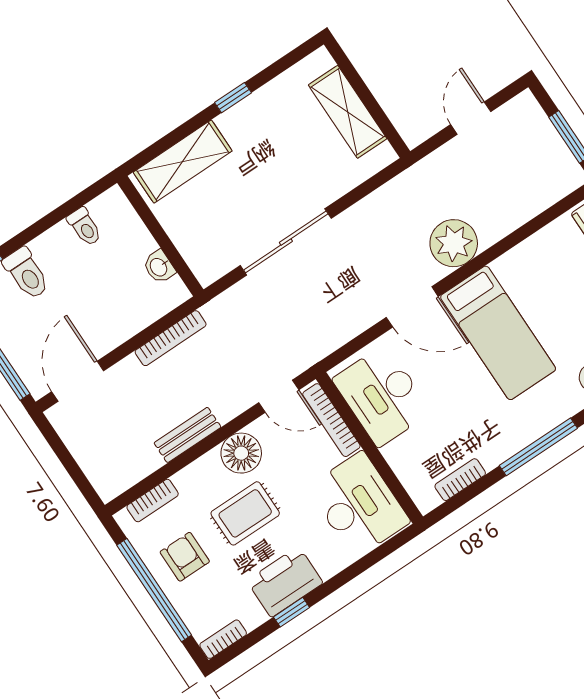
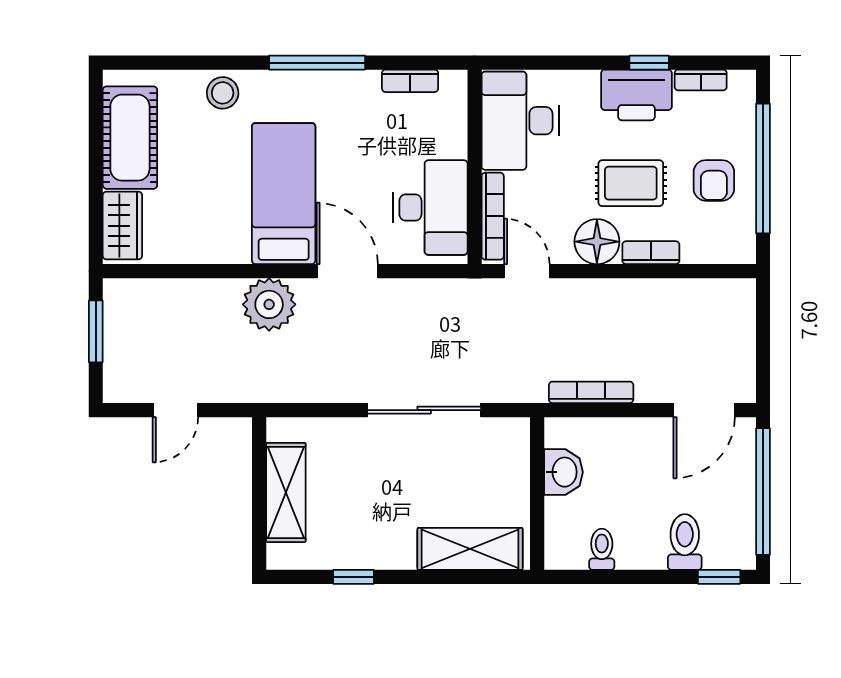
window: (233, 98) -> (354, 577), moved
washbasin: (159, 267) -> (563, 472), width x1.38, depth x1.45
bench: (187, 435) -> (636, 292), removed
bookcase: (153, 501) -> (651, 253), moved
bookcase: (223, 639) -> (701, 80), moved

